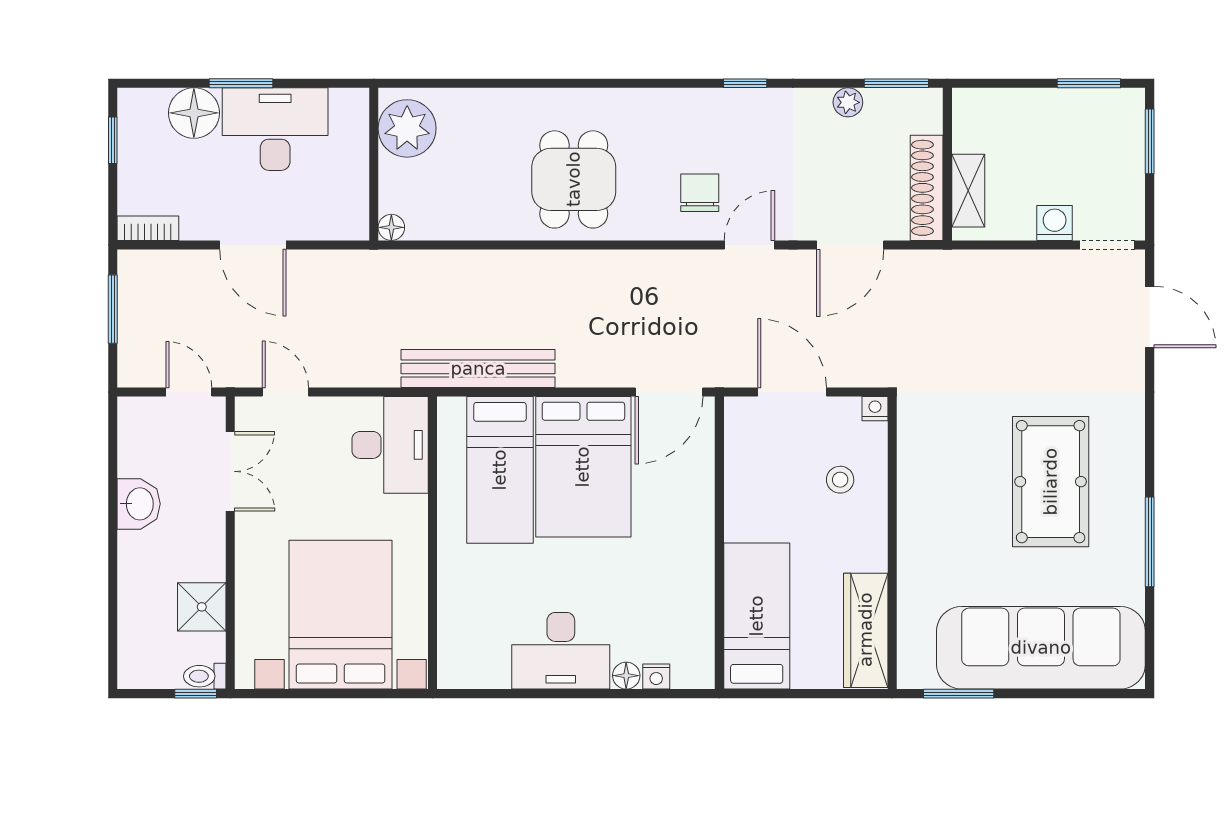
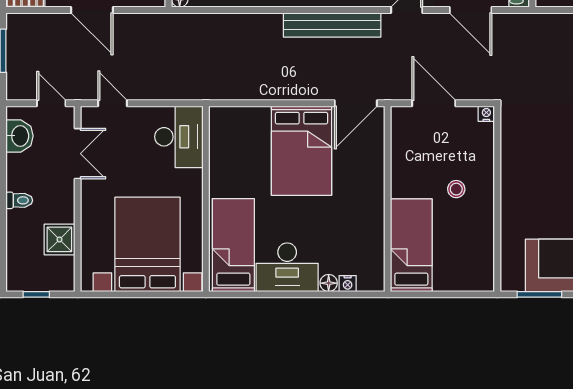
door: (850, 245) -> (471, 10), hinge flipped
bench: (478, 369) -> (332, 25), moved
bed: (500, 470) -> (233, 245), moved, turned 180
stool: (840, 480) -> (456, 189), moved
washbasin: (139, 504) -> (19, 136), moved
wardrobe: (866, 630) -> (480, 254), removed
toilet: (205, 676) -> (19, 200), moved, turned 180
window: (196, 694) -> (36, 294), moved

